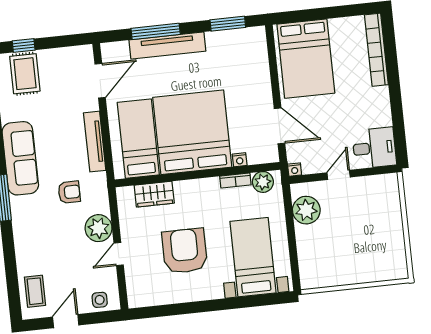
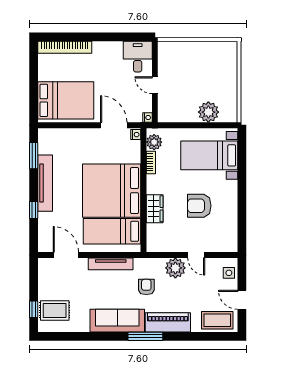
window: (156, 31) -> (34, 210), width x0.46
tv unit: (167, 46) -> (45, 183), moved
door: (280, 126) -> (114, 125), hinge flipped
nightstand: (240, 160) -> (136, 135), moved
wardrobe: (154, 194) -> (155, 209), moved
plant: (306, 210) -> (208, 112), moved
piano: (25, 226) -> (168, 322), added
armchair: (185, 251) -> (199, 206), width x0.73, depth x0.73
coffee table: (35, 291) -> (217, 320), width x1.36, depth x1.30

